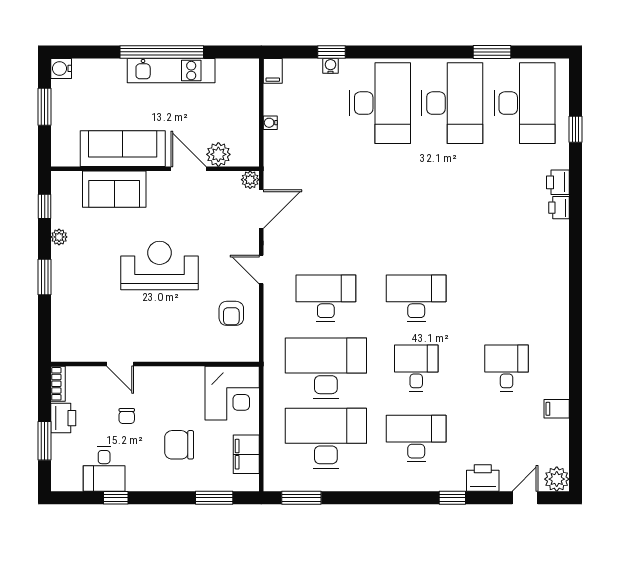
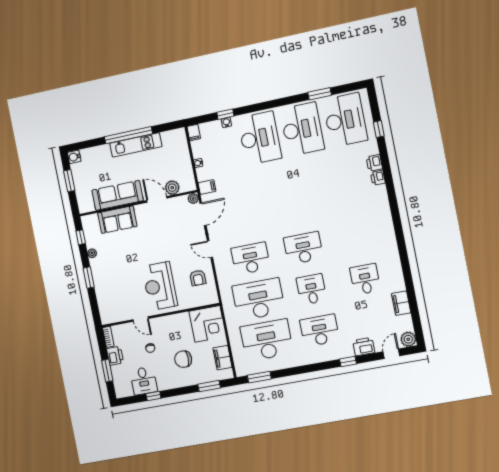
filing cabinet: (277, 165) -> (207, 187), added
reception desk: (159, 265) -> (160, 286), moved, turned -90
filing cabinet: (557, 409) -> (401, 303), width x2.00

